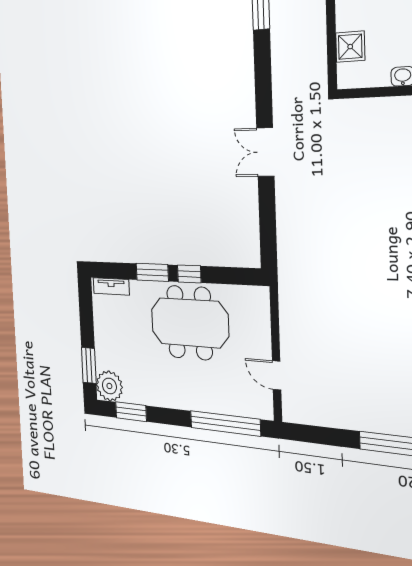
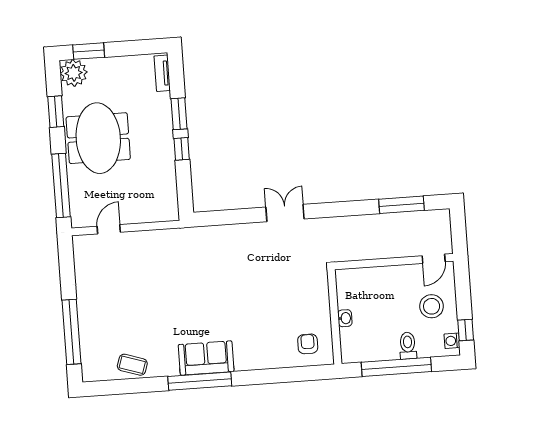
shower: (350, 47) -> (366, 278), removed
meeting table: (190, 323) -> (98, 138), moved
window: (131, 412) -> (56, 112), moved

